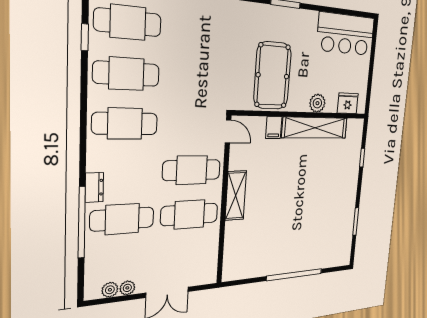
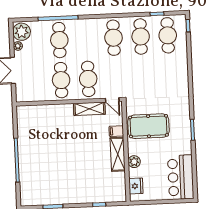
shelving: (315, 128) -> (118, 154), width x0.68
door: (228, 132) -> (112, 100), hinge flipped
dresser: (94, 187) -> (78, 24), removed
shelving: (236, 196) -> (89, 109), moved
plant: (110, 290) -> (22, 32), width x1.88, depth x1.88

